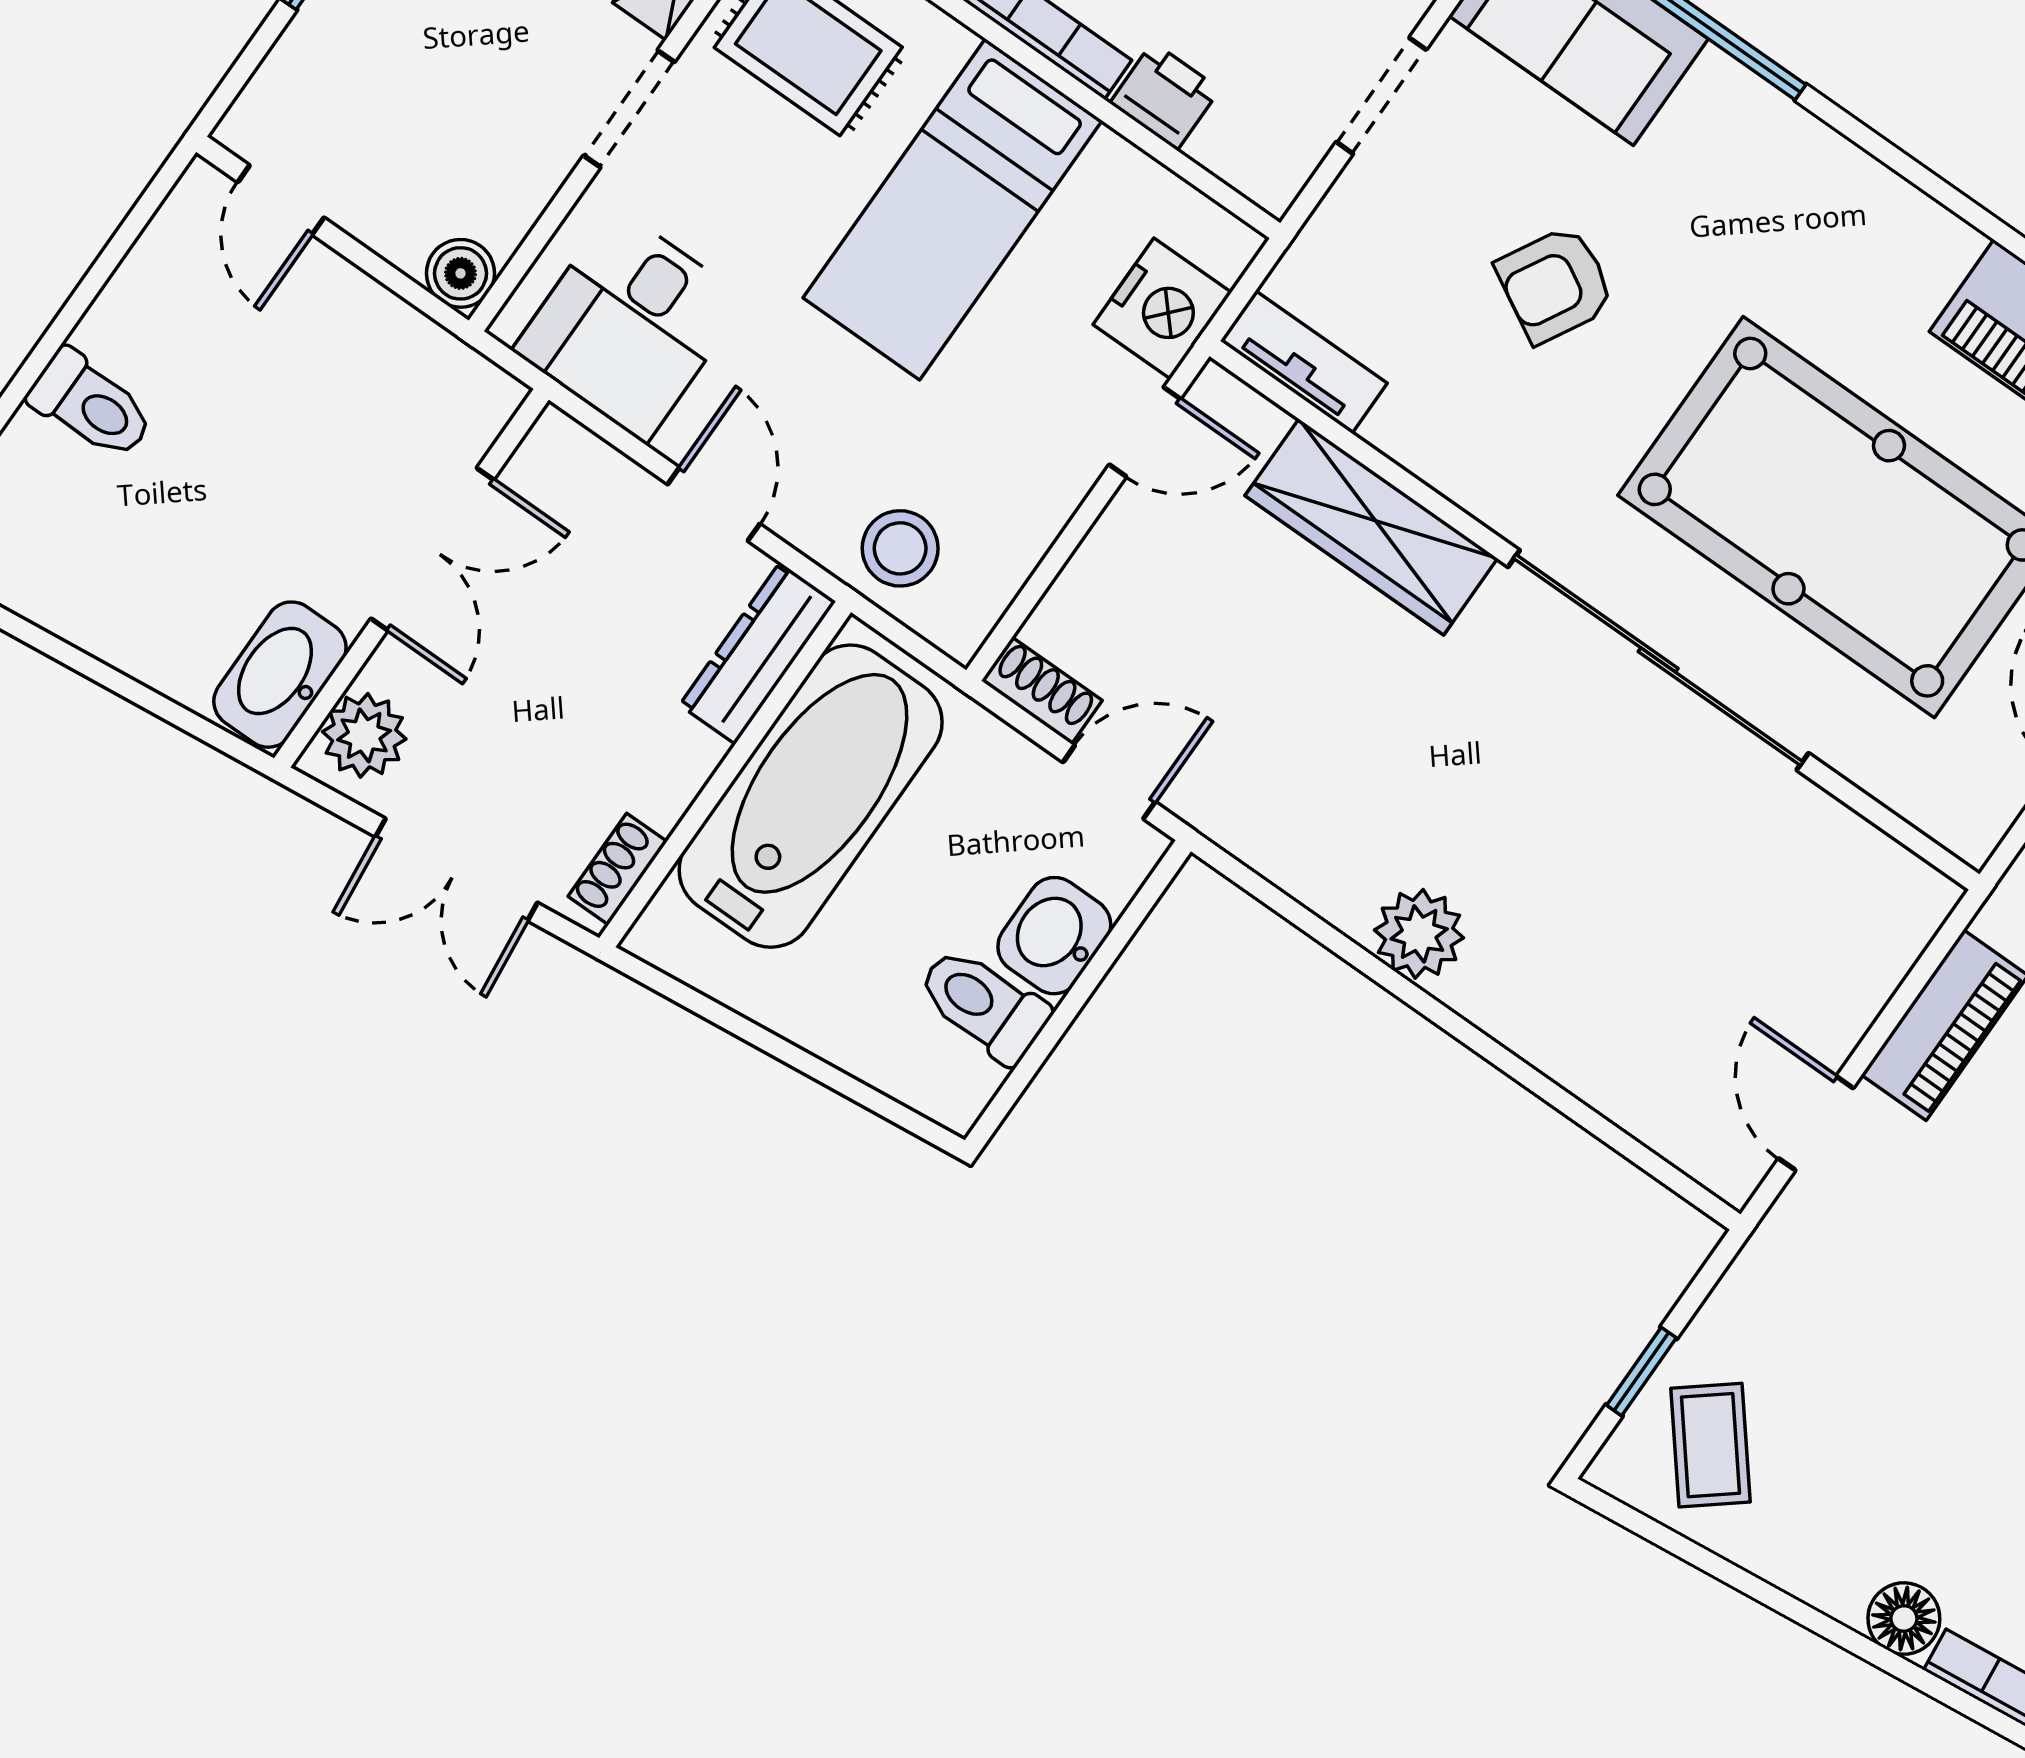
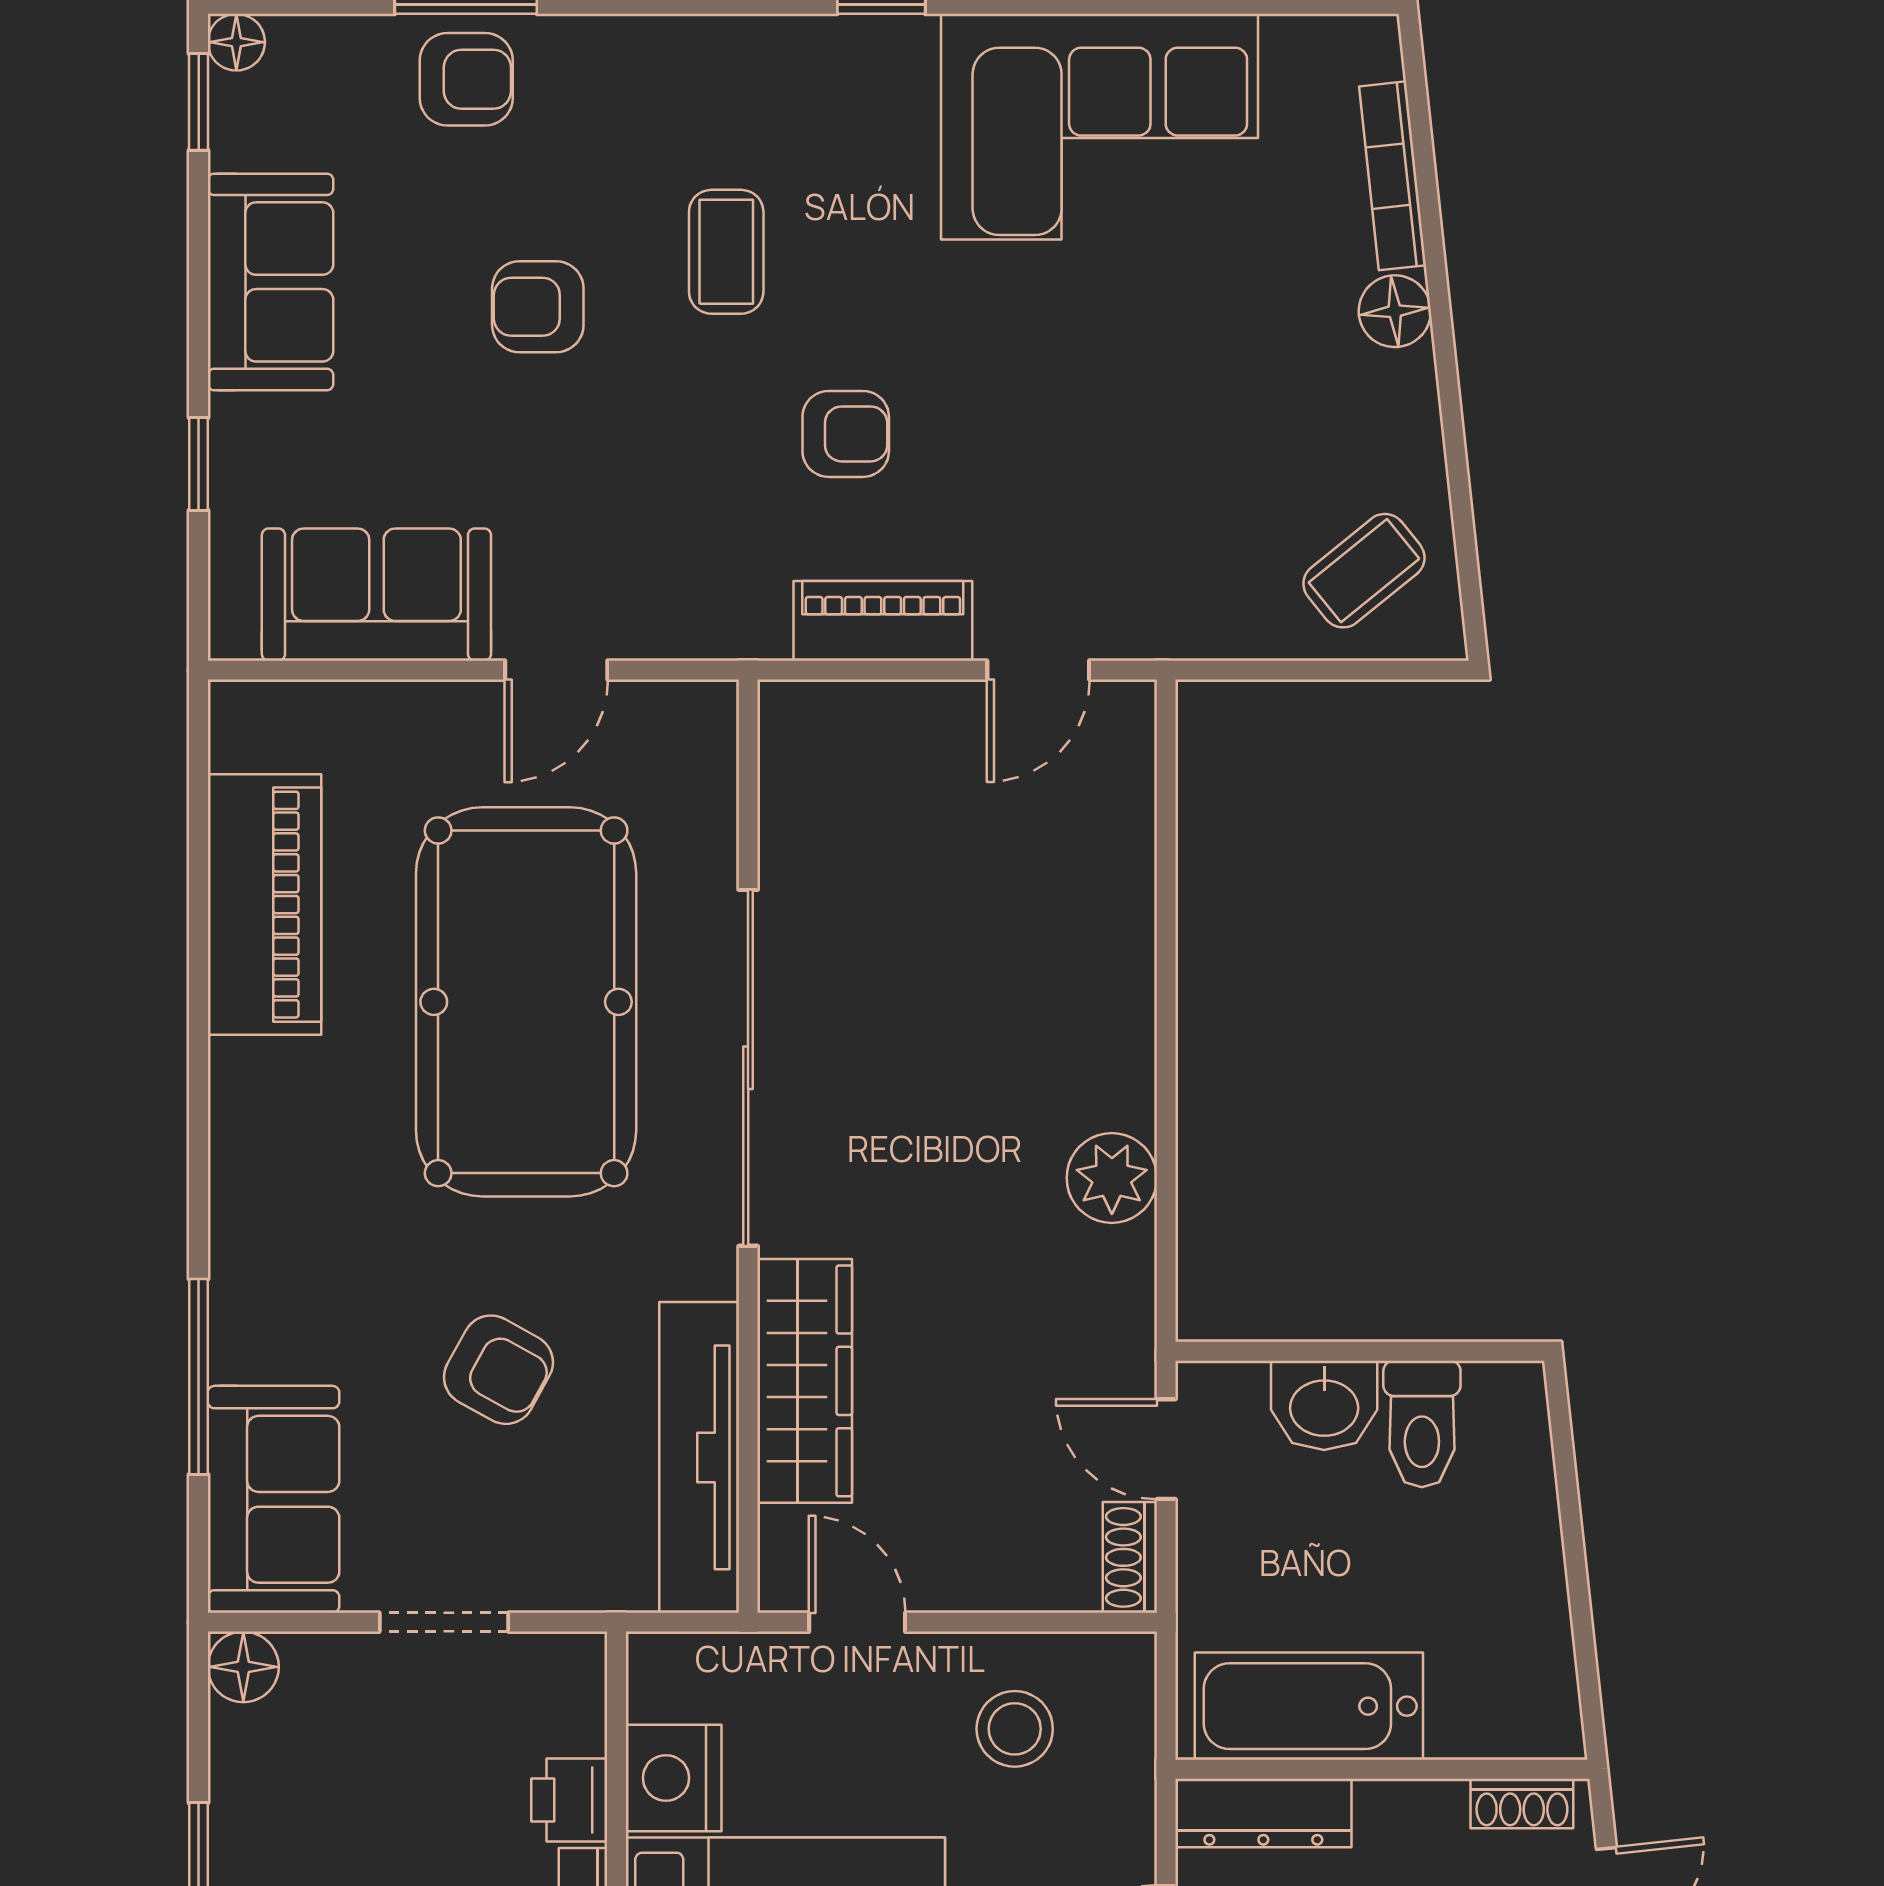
nightstand: (1162, 309) -> (674, 1778), moved, turned -90
tv unit: (1304, 362) -> (699, 1457), width x1.92, depth x1.29
stool: (900, 548) -> (1015, 1729), moved
bathtub: (811, 796) -> (1309, 1706), width x0.73, depth x0.73
plant: (1419, 934) -> (1112, 1178), moved
window: (1641, 1372) -> (1343, 670), removed

